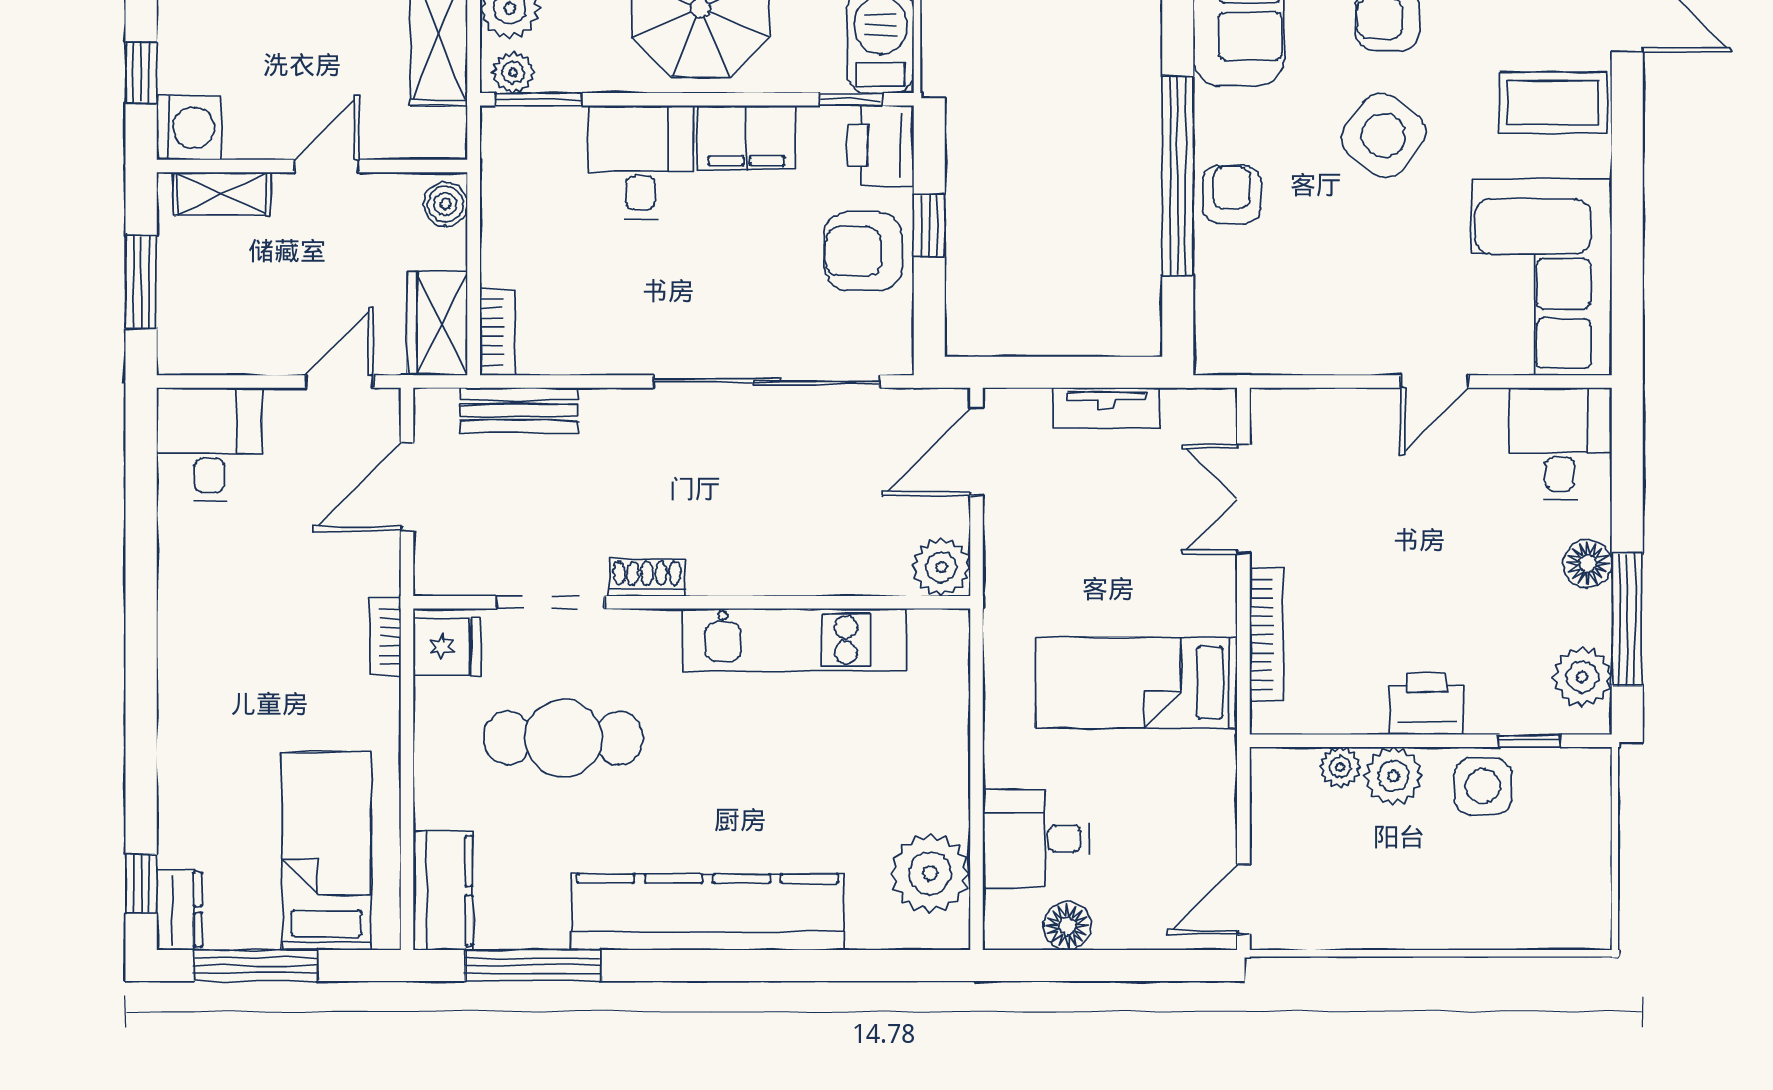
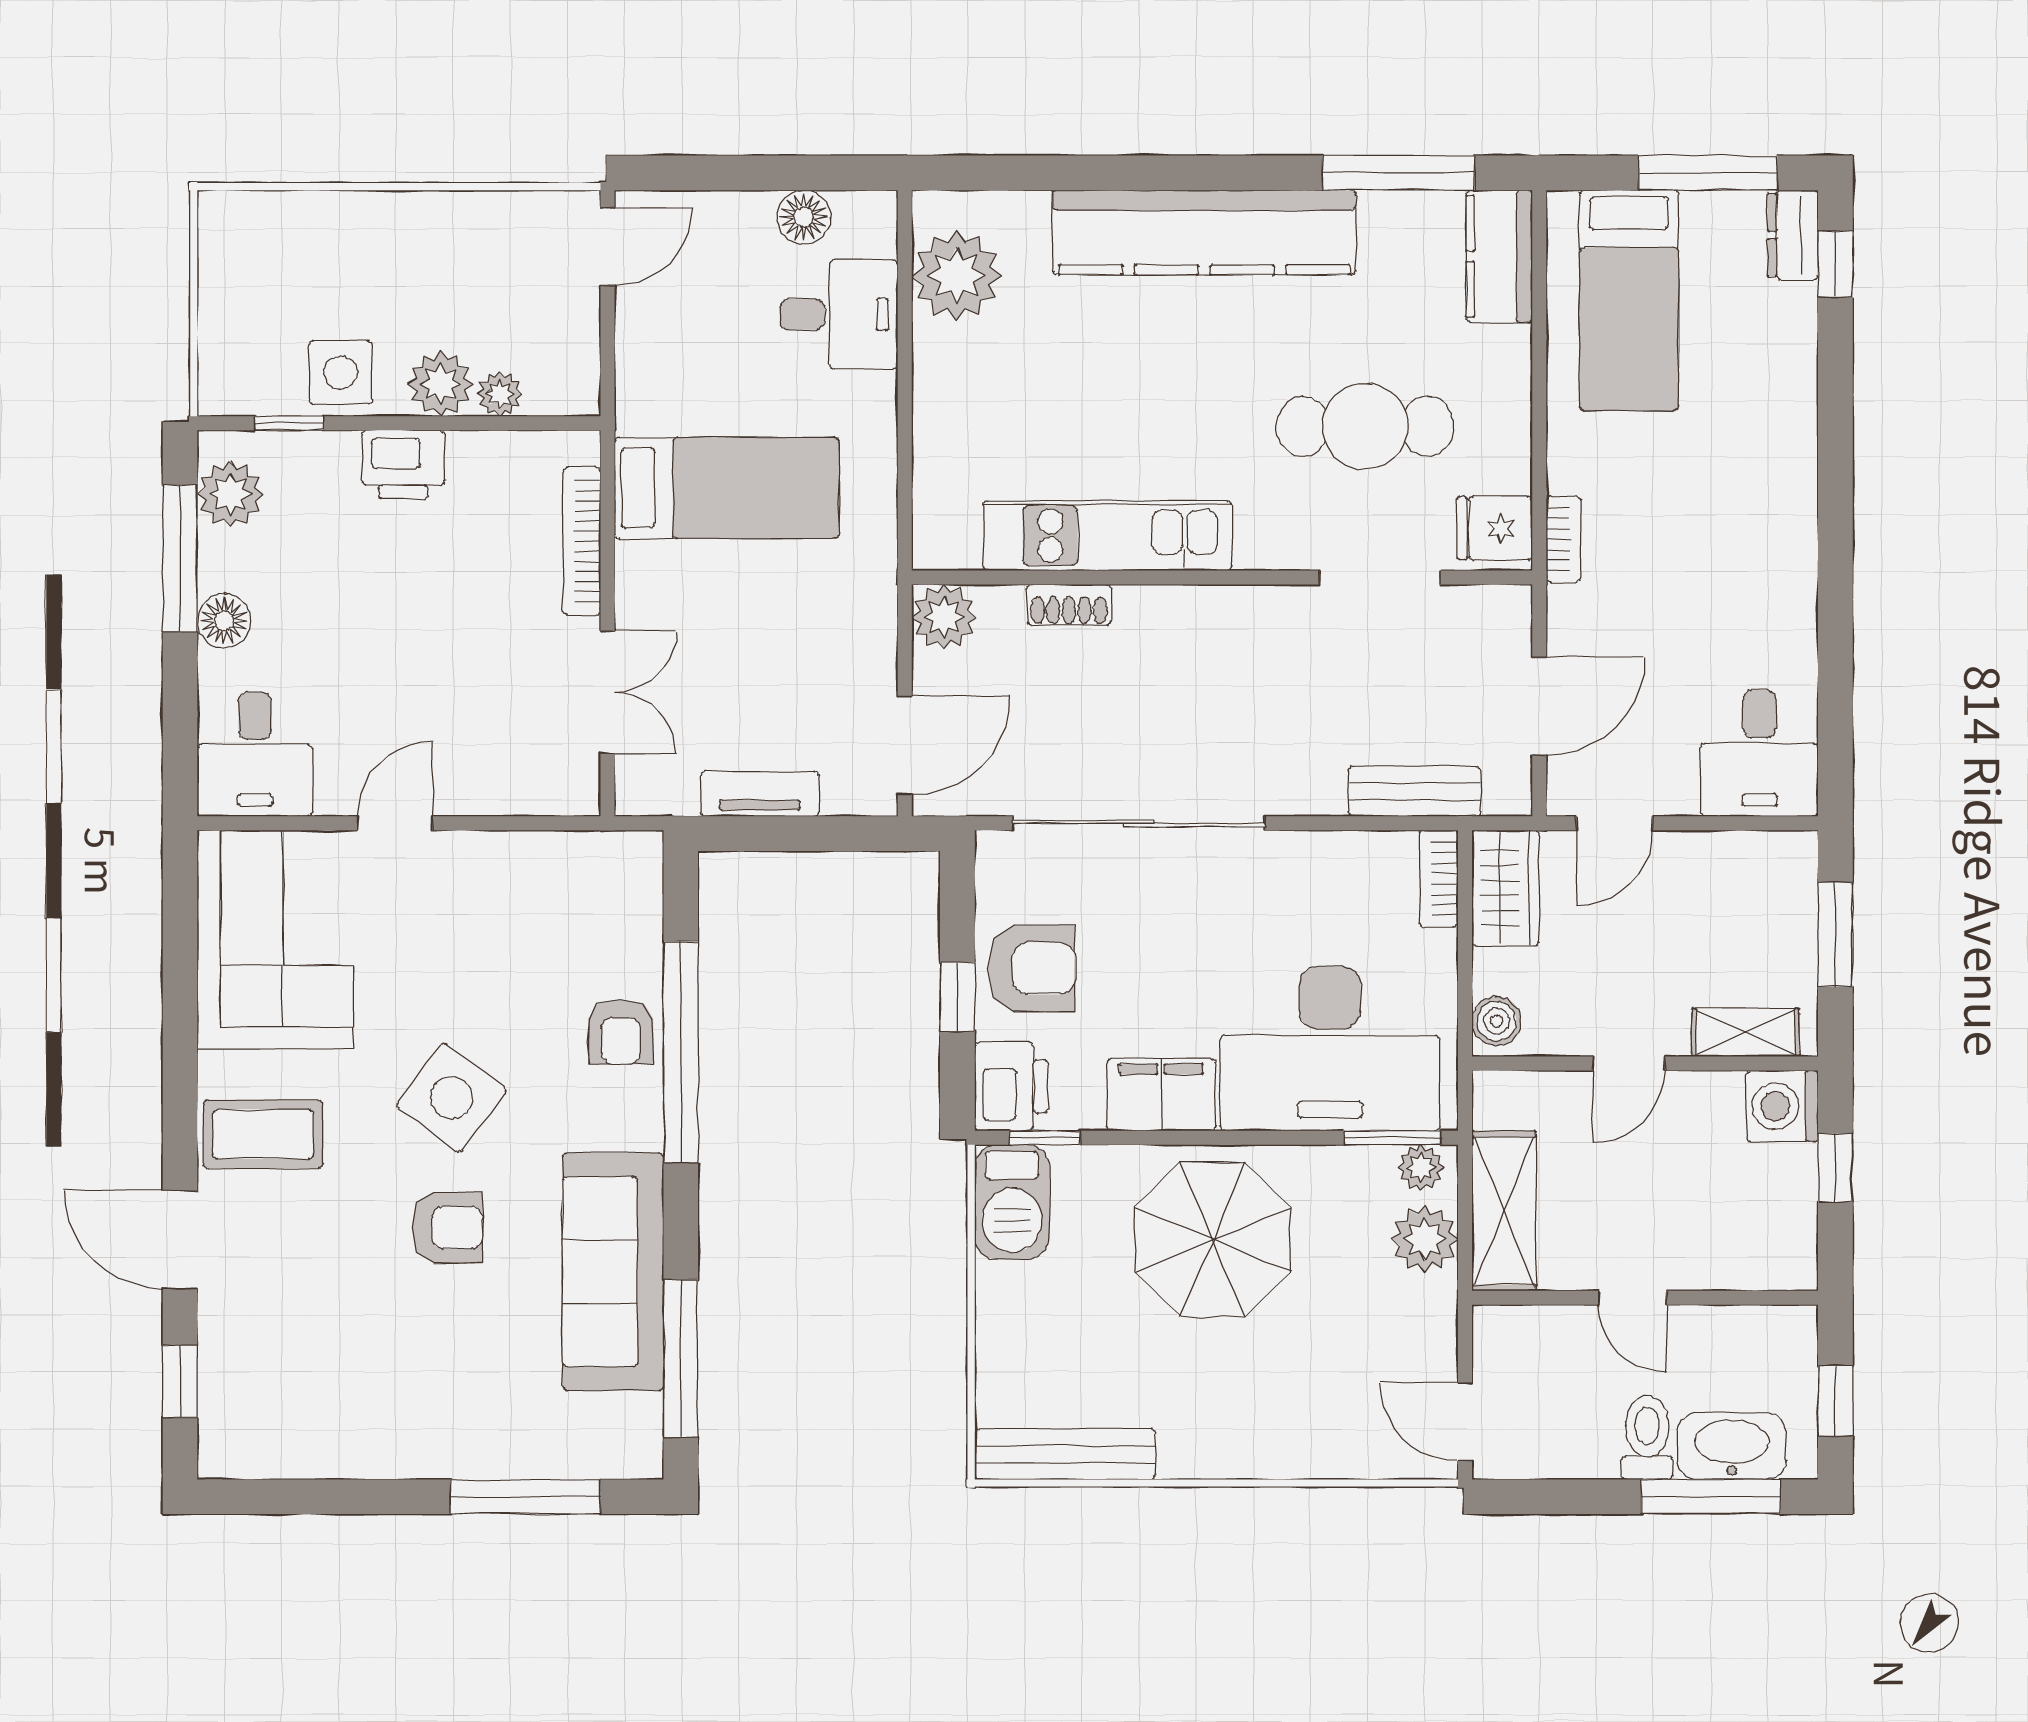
desk: (641, 162) -> (1330, 1049), width x1.87, depth x1.30
shoe rack: (647, 578) -> (1069, 605), moved

